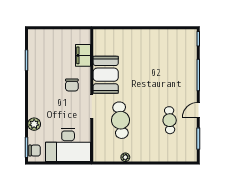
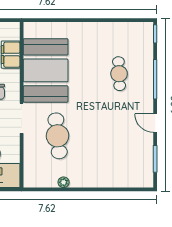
booth: (106, 75) -> (46, 70), width x1.36, depth x1.42
door: (198, 110) -> (155, 123), hinge flipped
cafe table: (170, 120) -> (119, 74), moved

